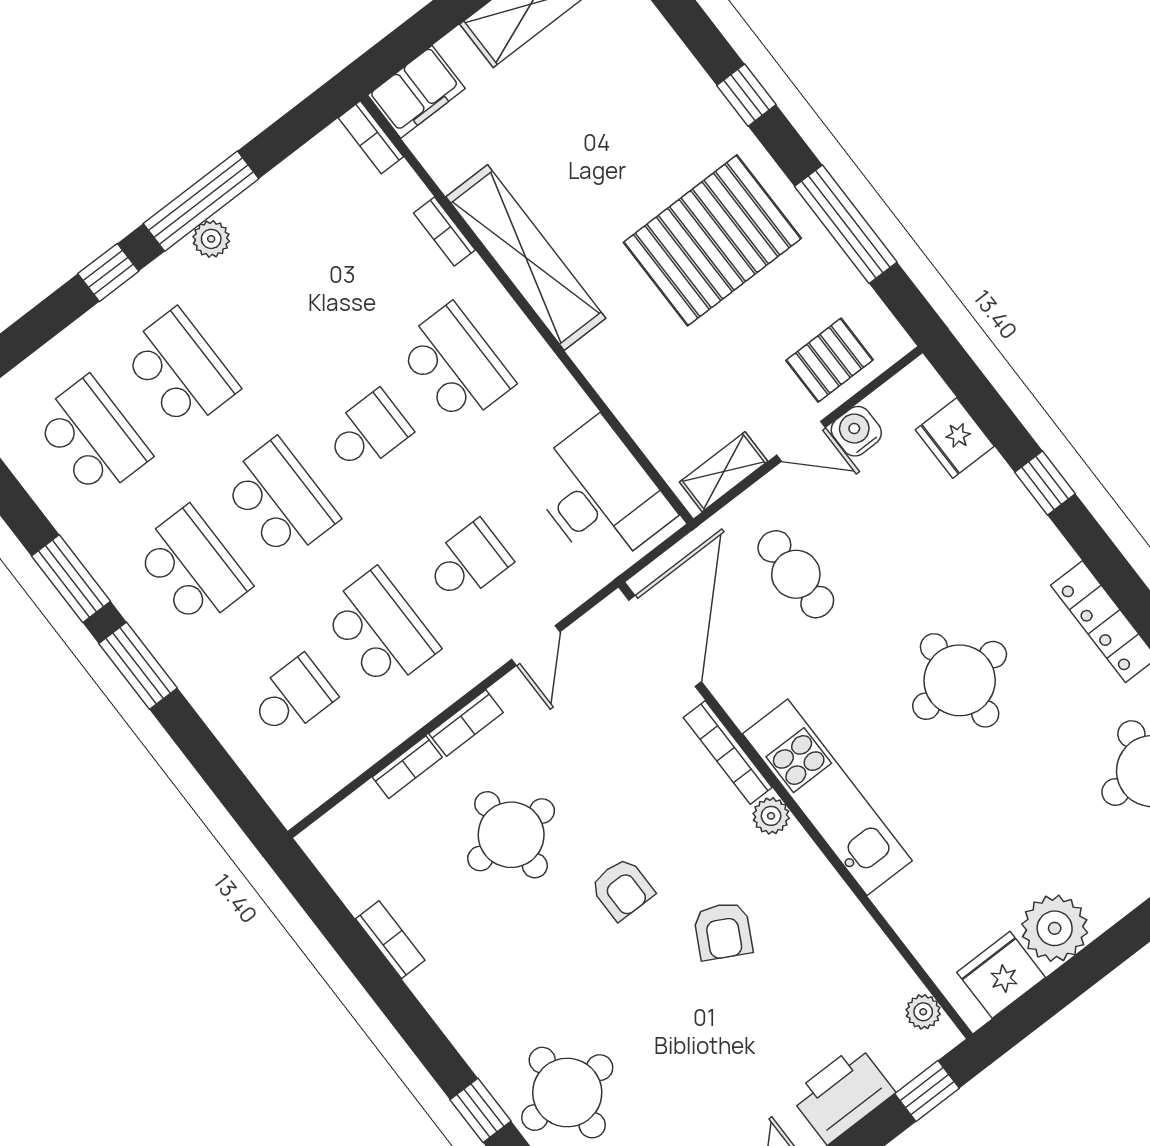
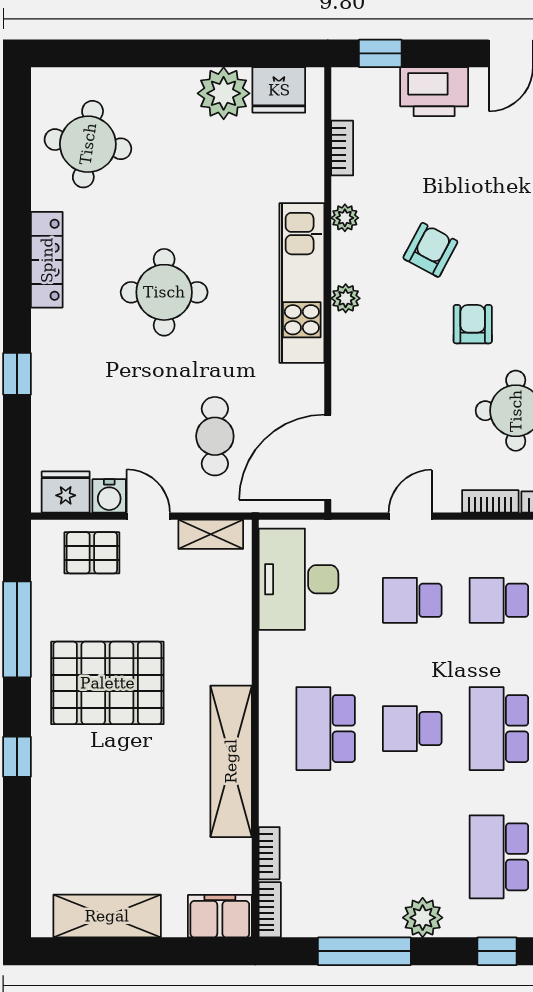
window: (201, 201) -> (364, 951), moved
bookcase: (444, 231) -> (269, 853), moved
plant: (211, 239) -> (423, 918), width x1.38, depth x1.38
fridge: (955, 438) -> (66, 492), moved, turned -90
school desk: (380, 630) -> (499, 600), width x0.54
bookcase: (728, 752) -> (342, 148), moved, width x0.64
plant: (923, 1012) -> (345, 218), moved

